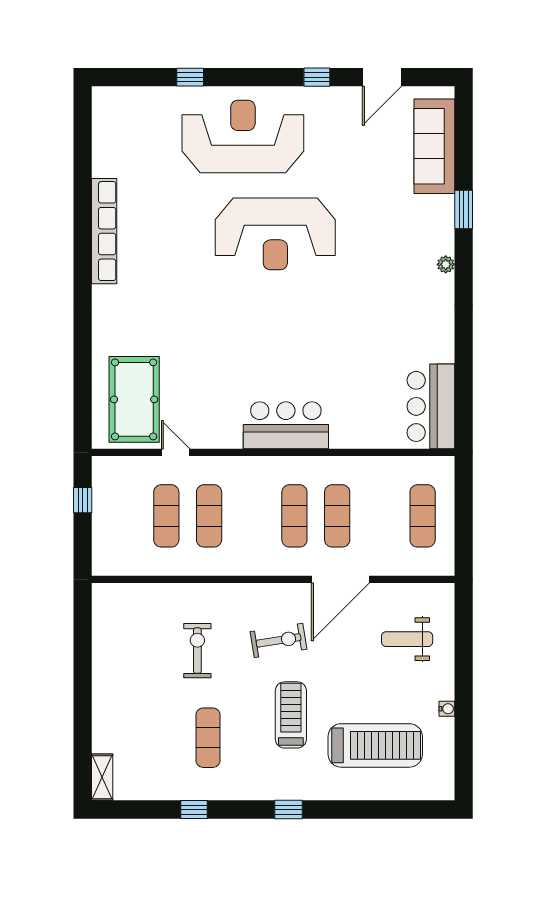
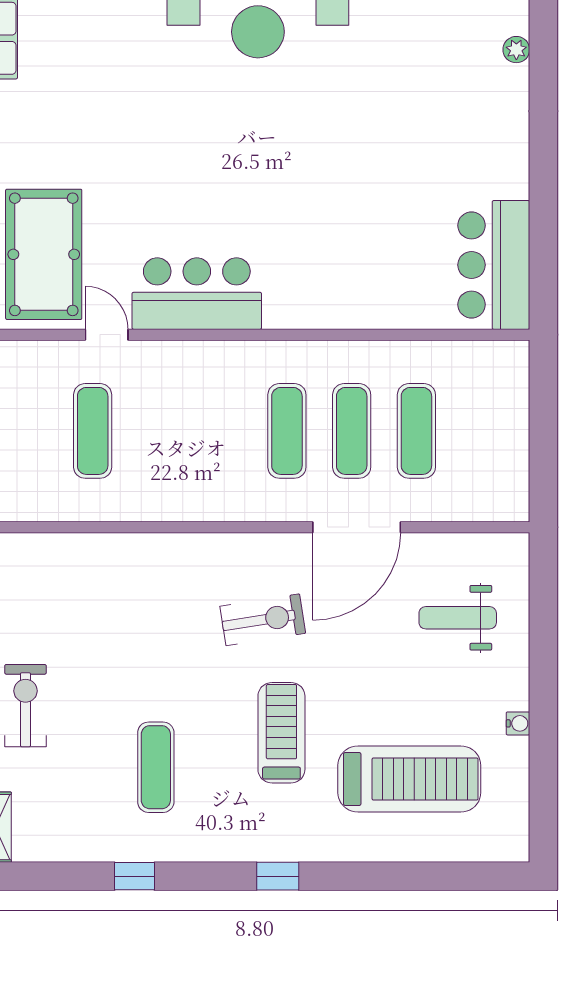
bar counter: (286, 425) -> (197, 294), moved
exercise mat: (209, 516) -> (157, 431), removed
exercise mat: (423, 516) -> (416, 431), moved
exercise bike: (197, 651) -> (25, 706), moved

